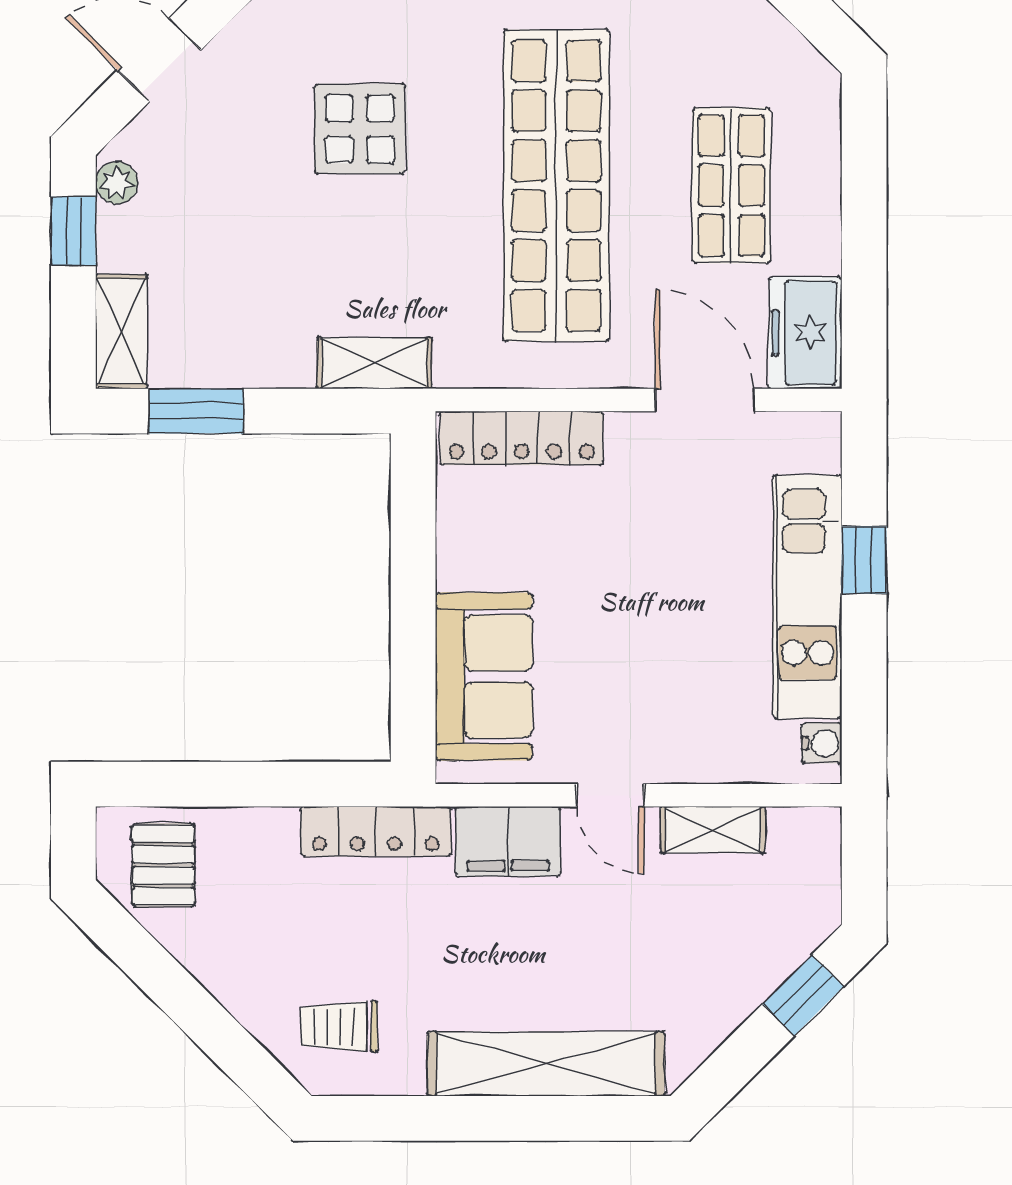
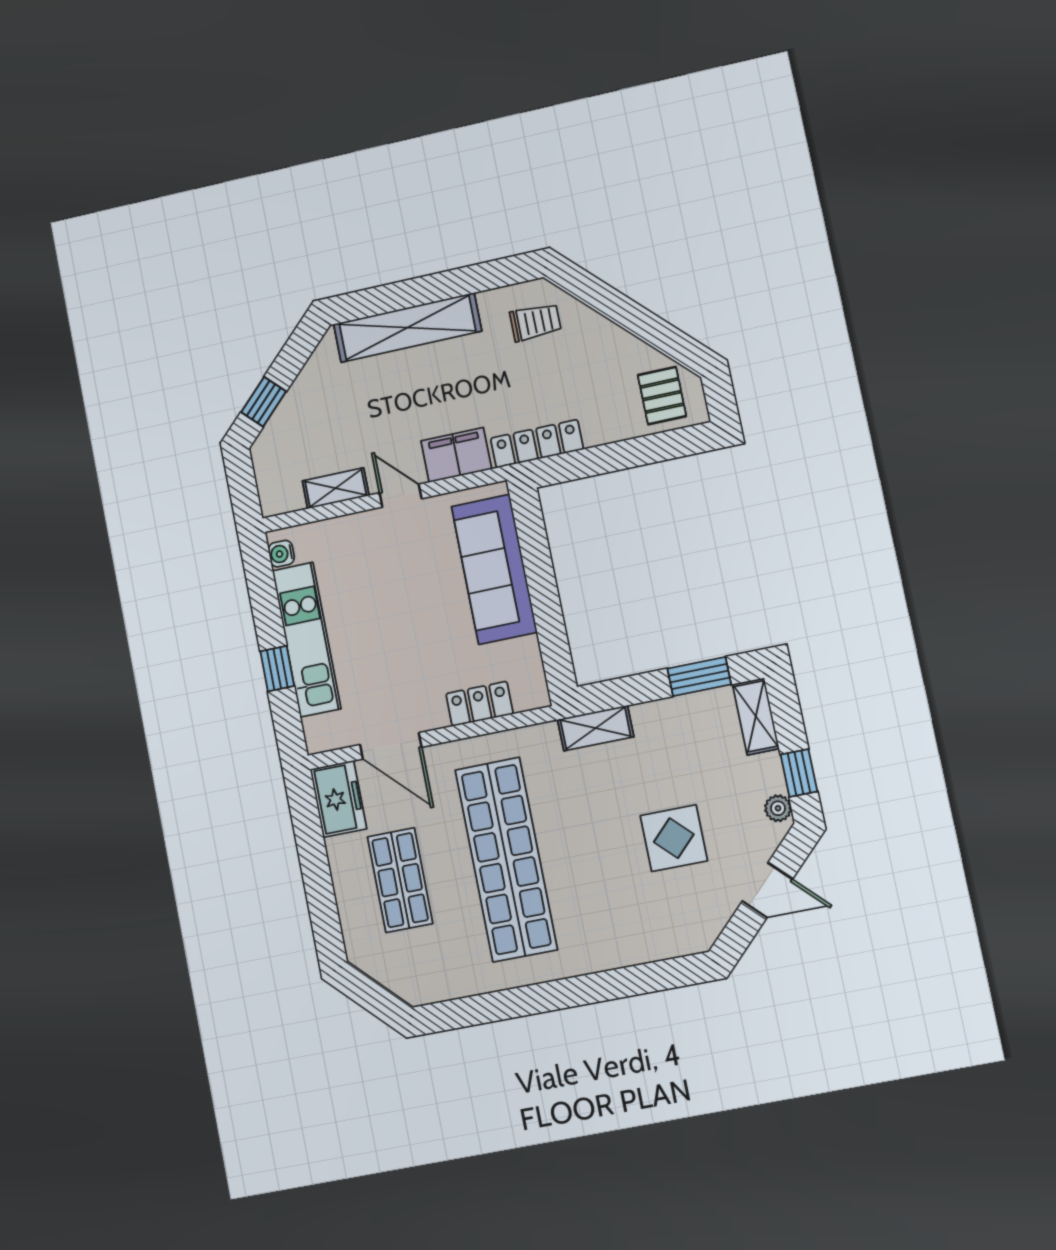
display table: (360, 129) -> (674, 838), moved
locker: (521, 438) -> (480, 704), width x0.66
sofa: (484, 676) -> (494, 569), width x1.36

